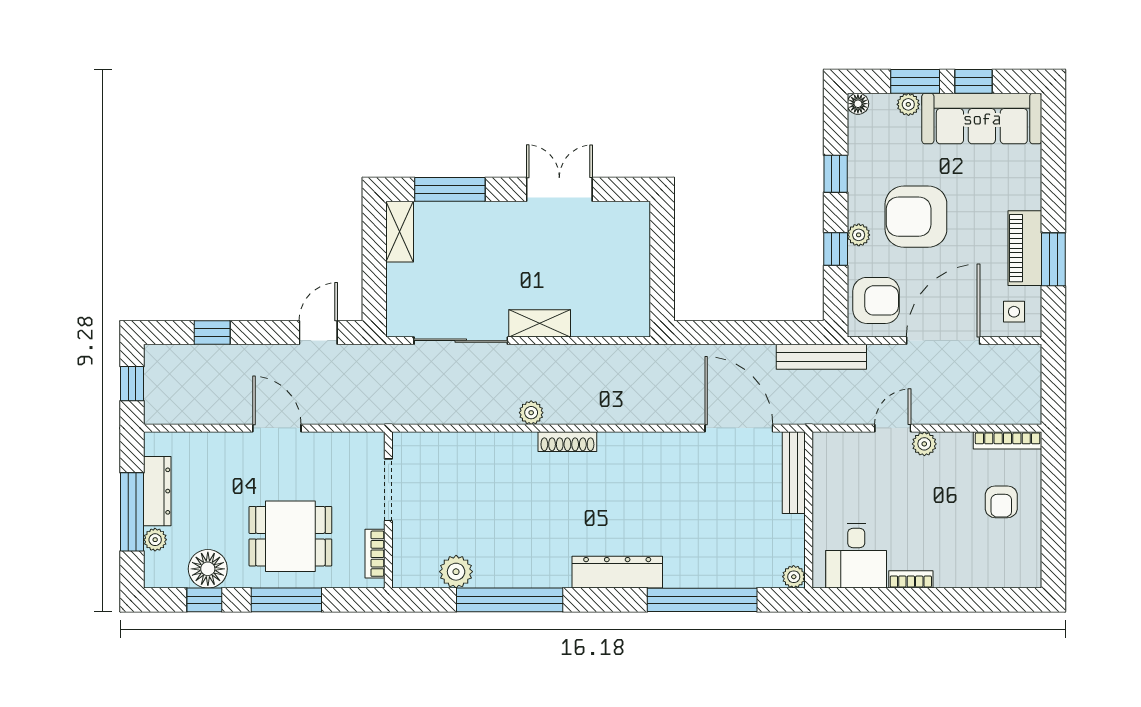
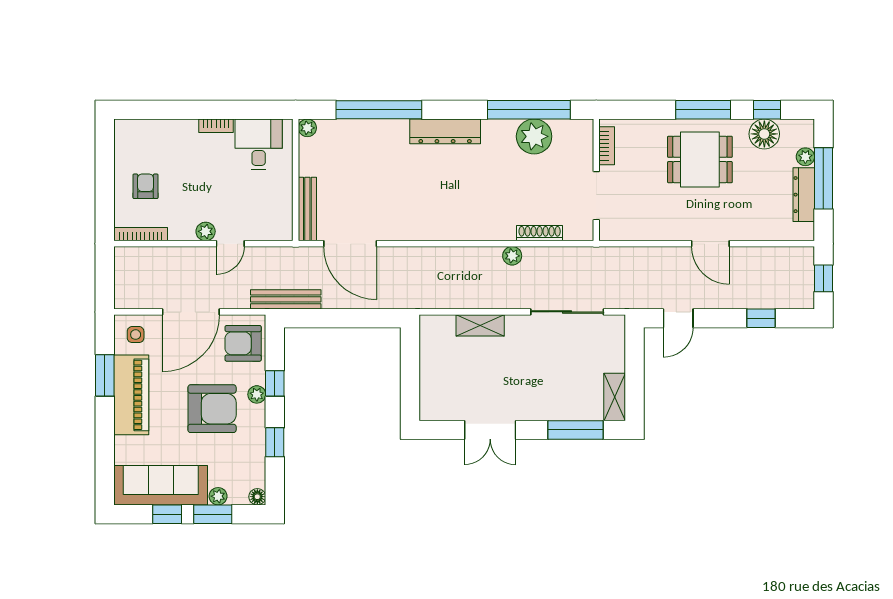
piano: (1025, 248) -> (131, 395), width x1.37, depth x1.33
shelving: (540, 323) -> (480, 325), moved
shoe rack: (567, 442) -> (540, 233), moved
doorway: (388, 490) -> (596, 196), moved
wall: (388, 510) -> (596, 180), moved
bookcase: (375, 554) -> (607, 146), moved
plant: (456, 572) -> (534, 136), moved, width x1.36, depth x1.36

